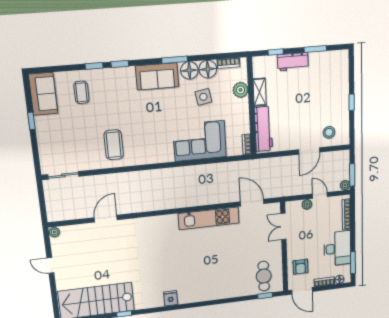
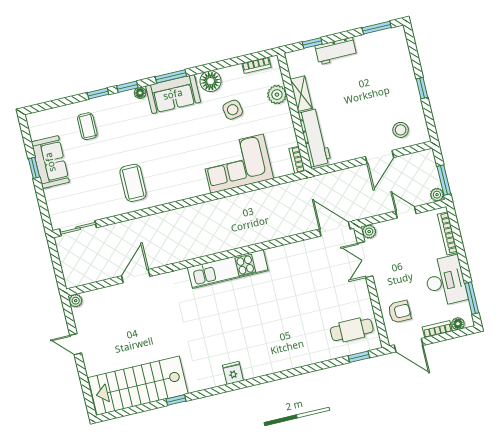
window: (315, 49) -> (377, 28), moved
window: (175, 60) -> (171, 76), moved
floor lamp: (208, 69) -> (140, 93), moved, width x0.53, depth x0.53
sofa: (43, 94) -> (50, 162), moved
door: (252, 203) -> (335, 229), moved
plant: (307, 204) -> (369, 232), moved
kitchen unit: (209, 218) -> (228, 269), moved
armchair: (301, 267) -> (400, 312), turned -90
cafe table: (264, 276) -> (352, 330), turned 90

